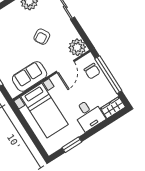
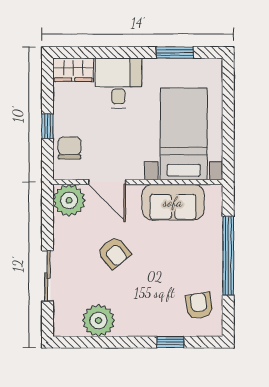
armchair: (42, 37) -> (114, 253), turned 80
door: (65, 67) -> (107, 182), swing flipped
window: (108, 75) -> (47, 126), width x0.32

